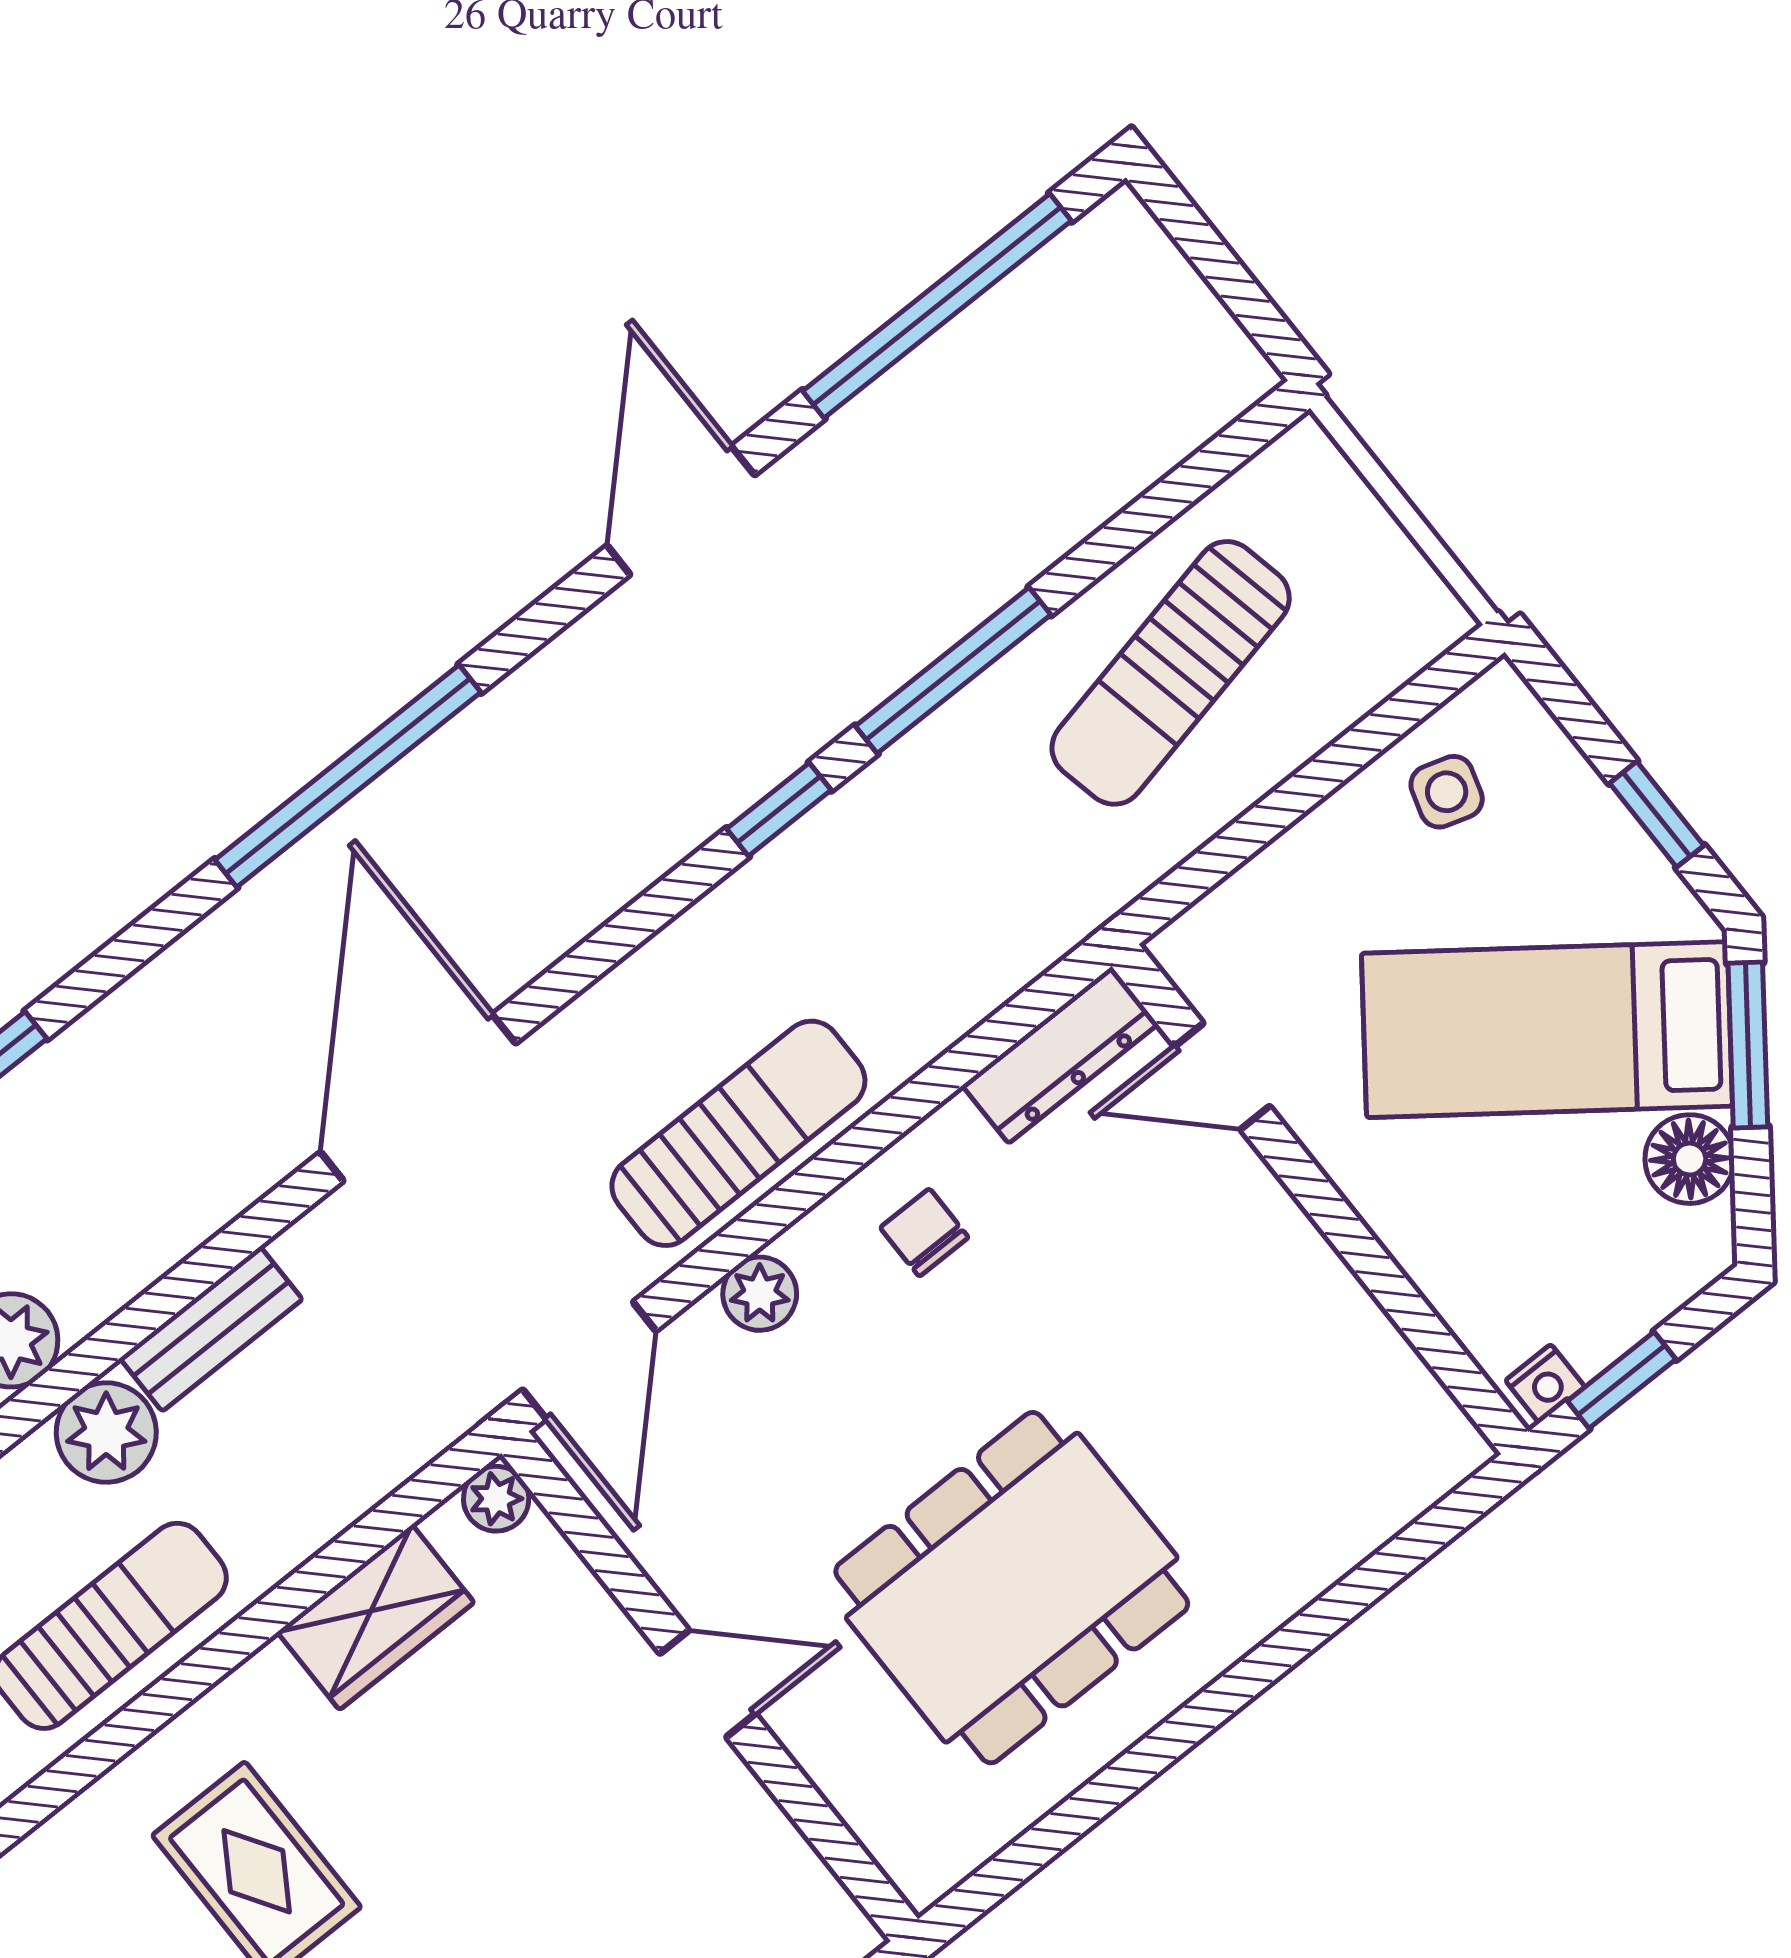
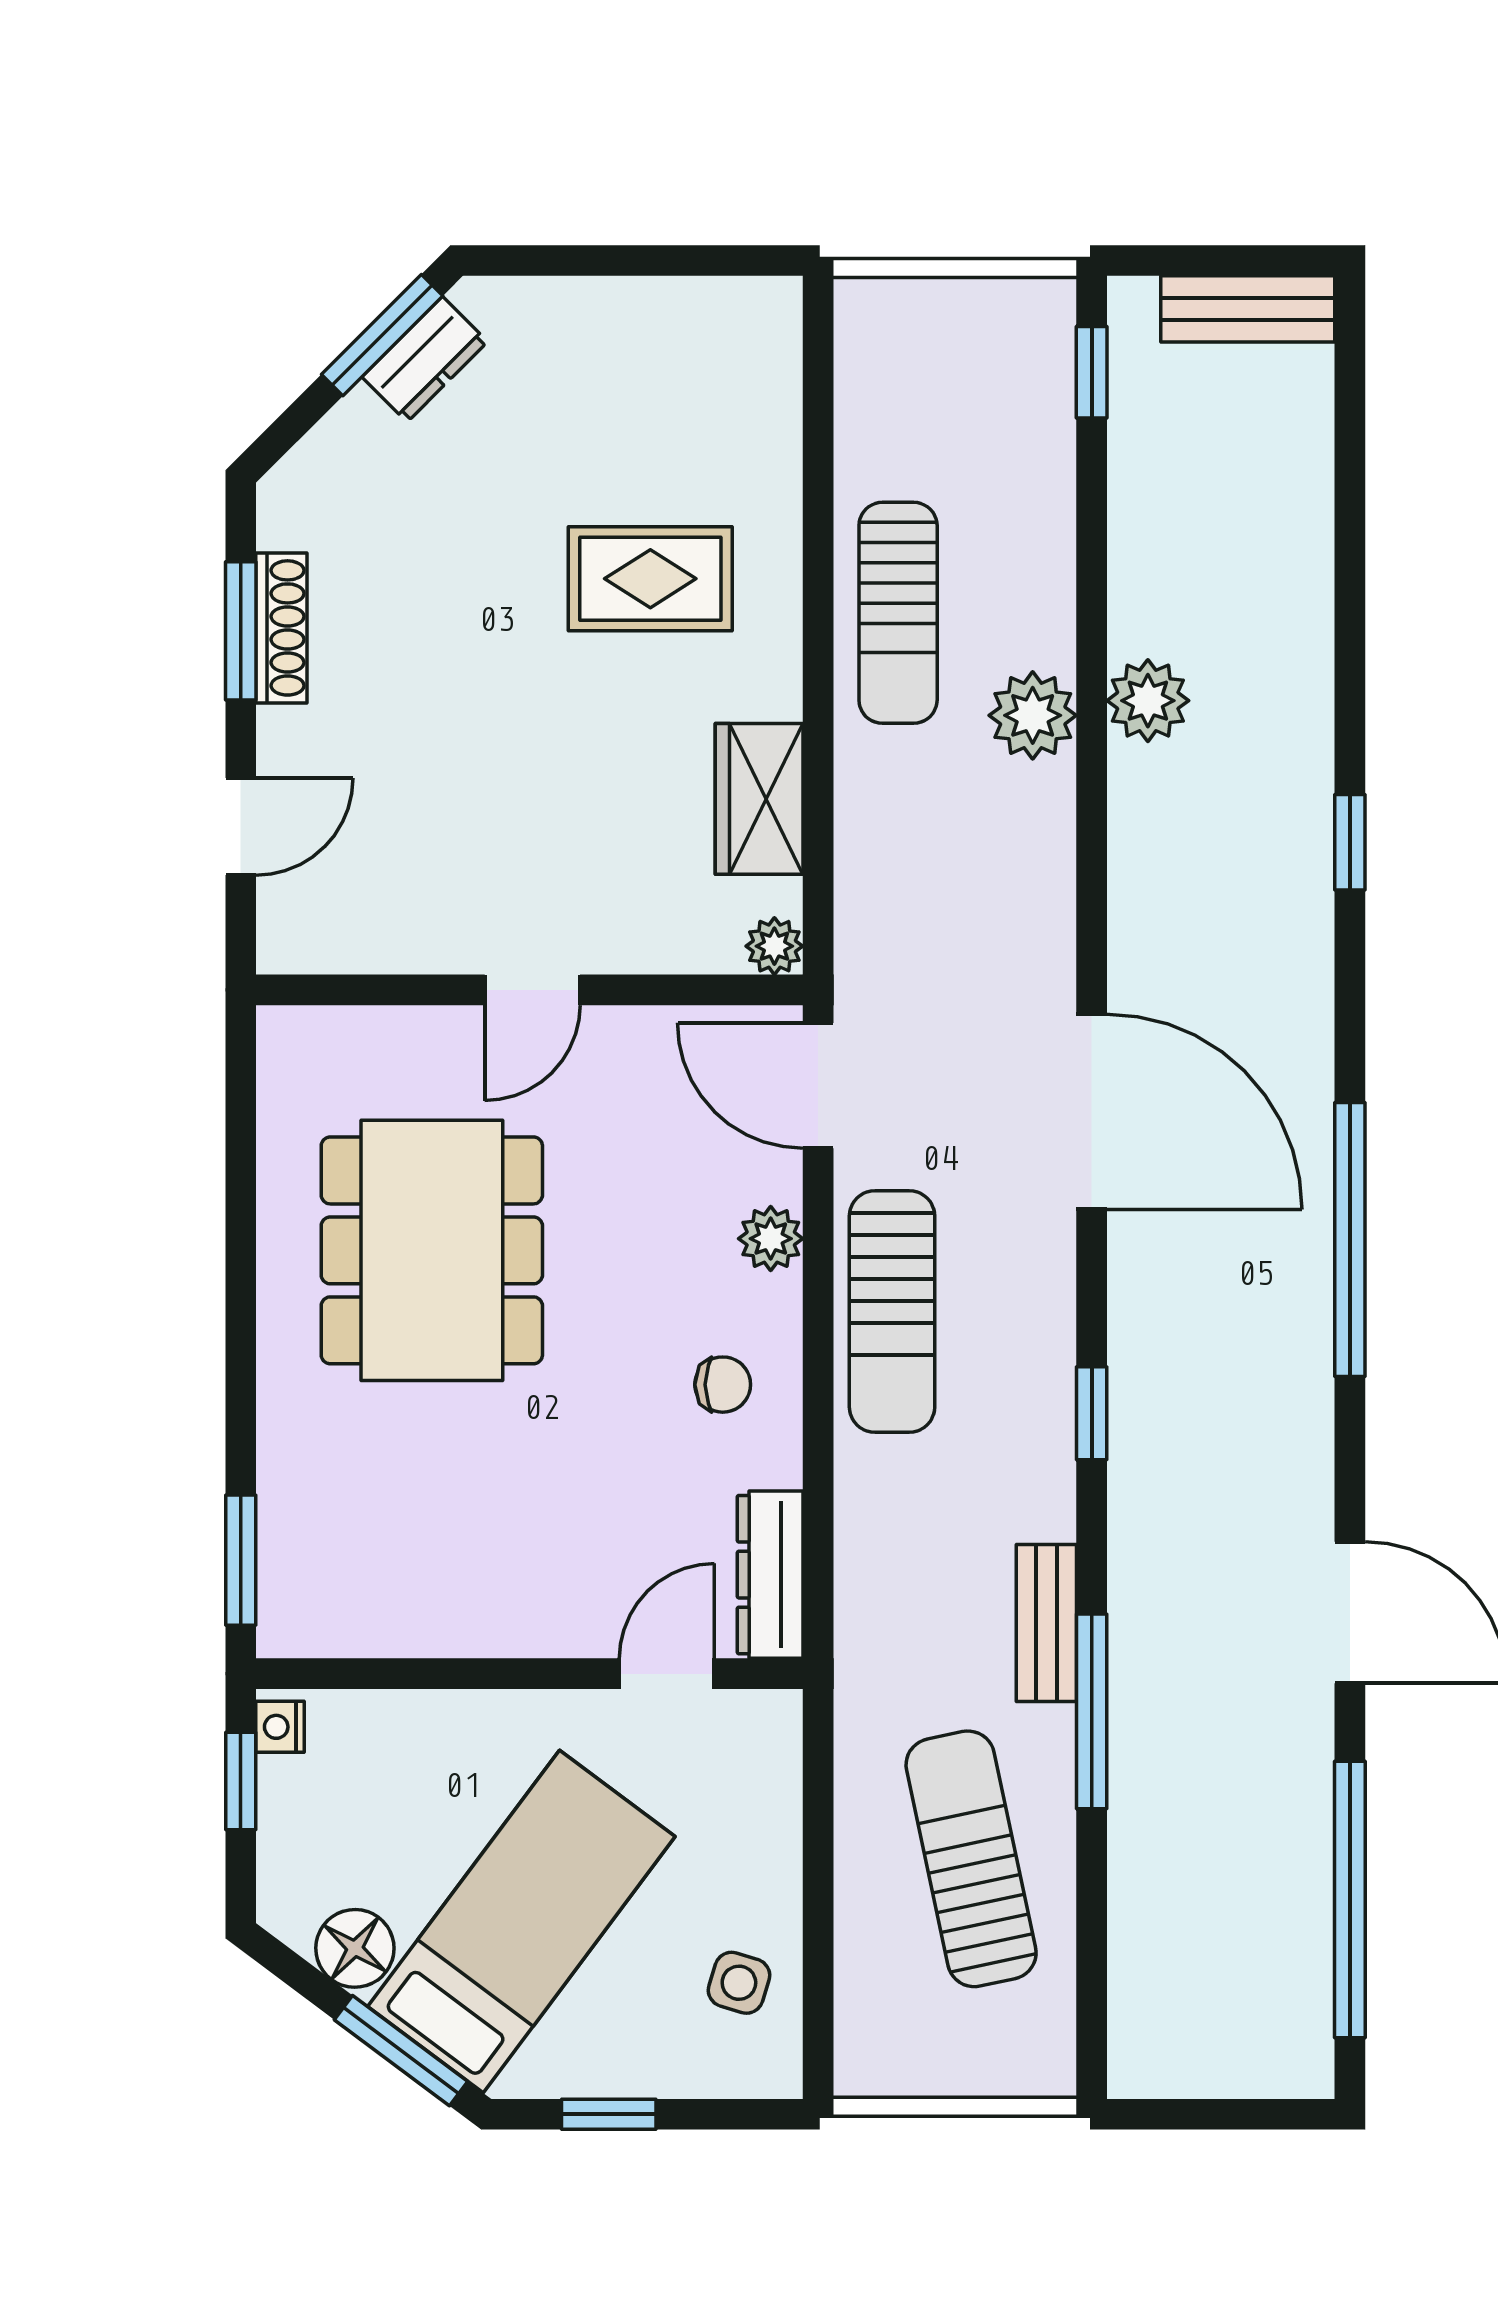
window: (779, 809) -> (1092, 1413), moved
bench: (211, 1329) -> (1046, 1623), moved
window: (1424, 1538) -> (241, 1560), added

